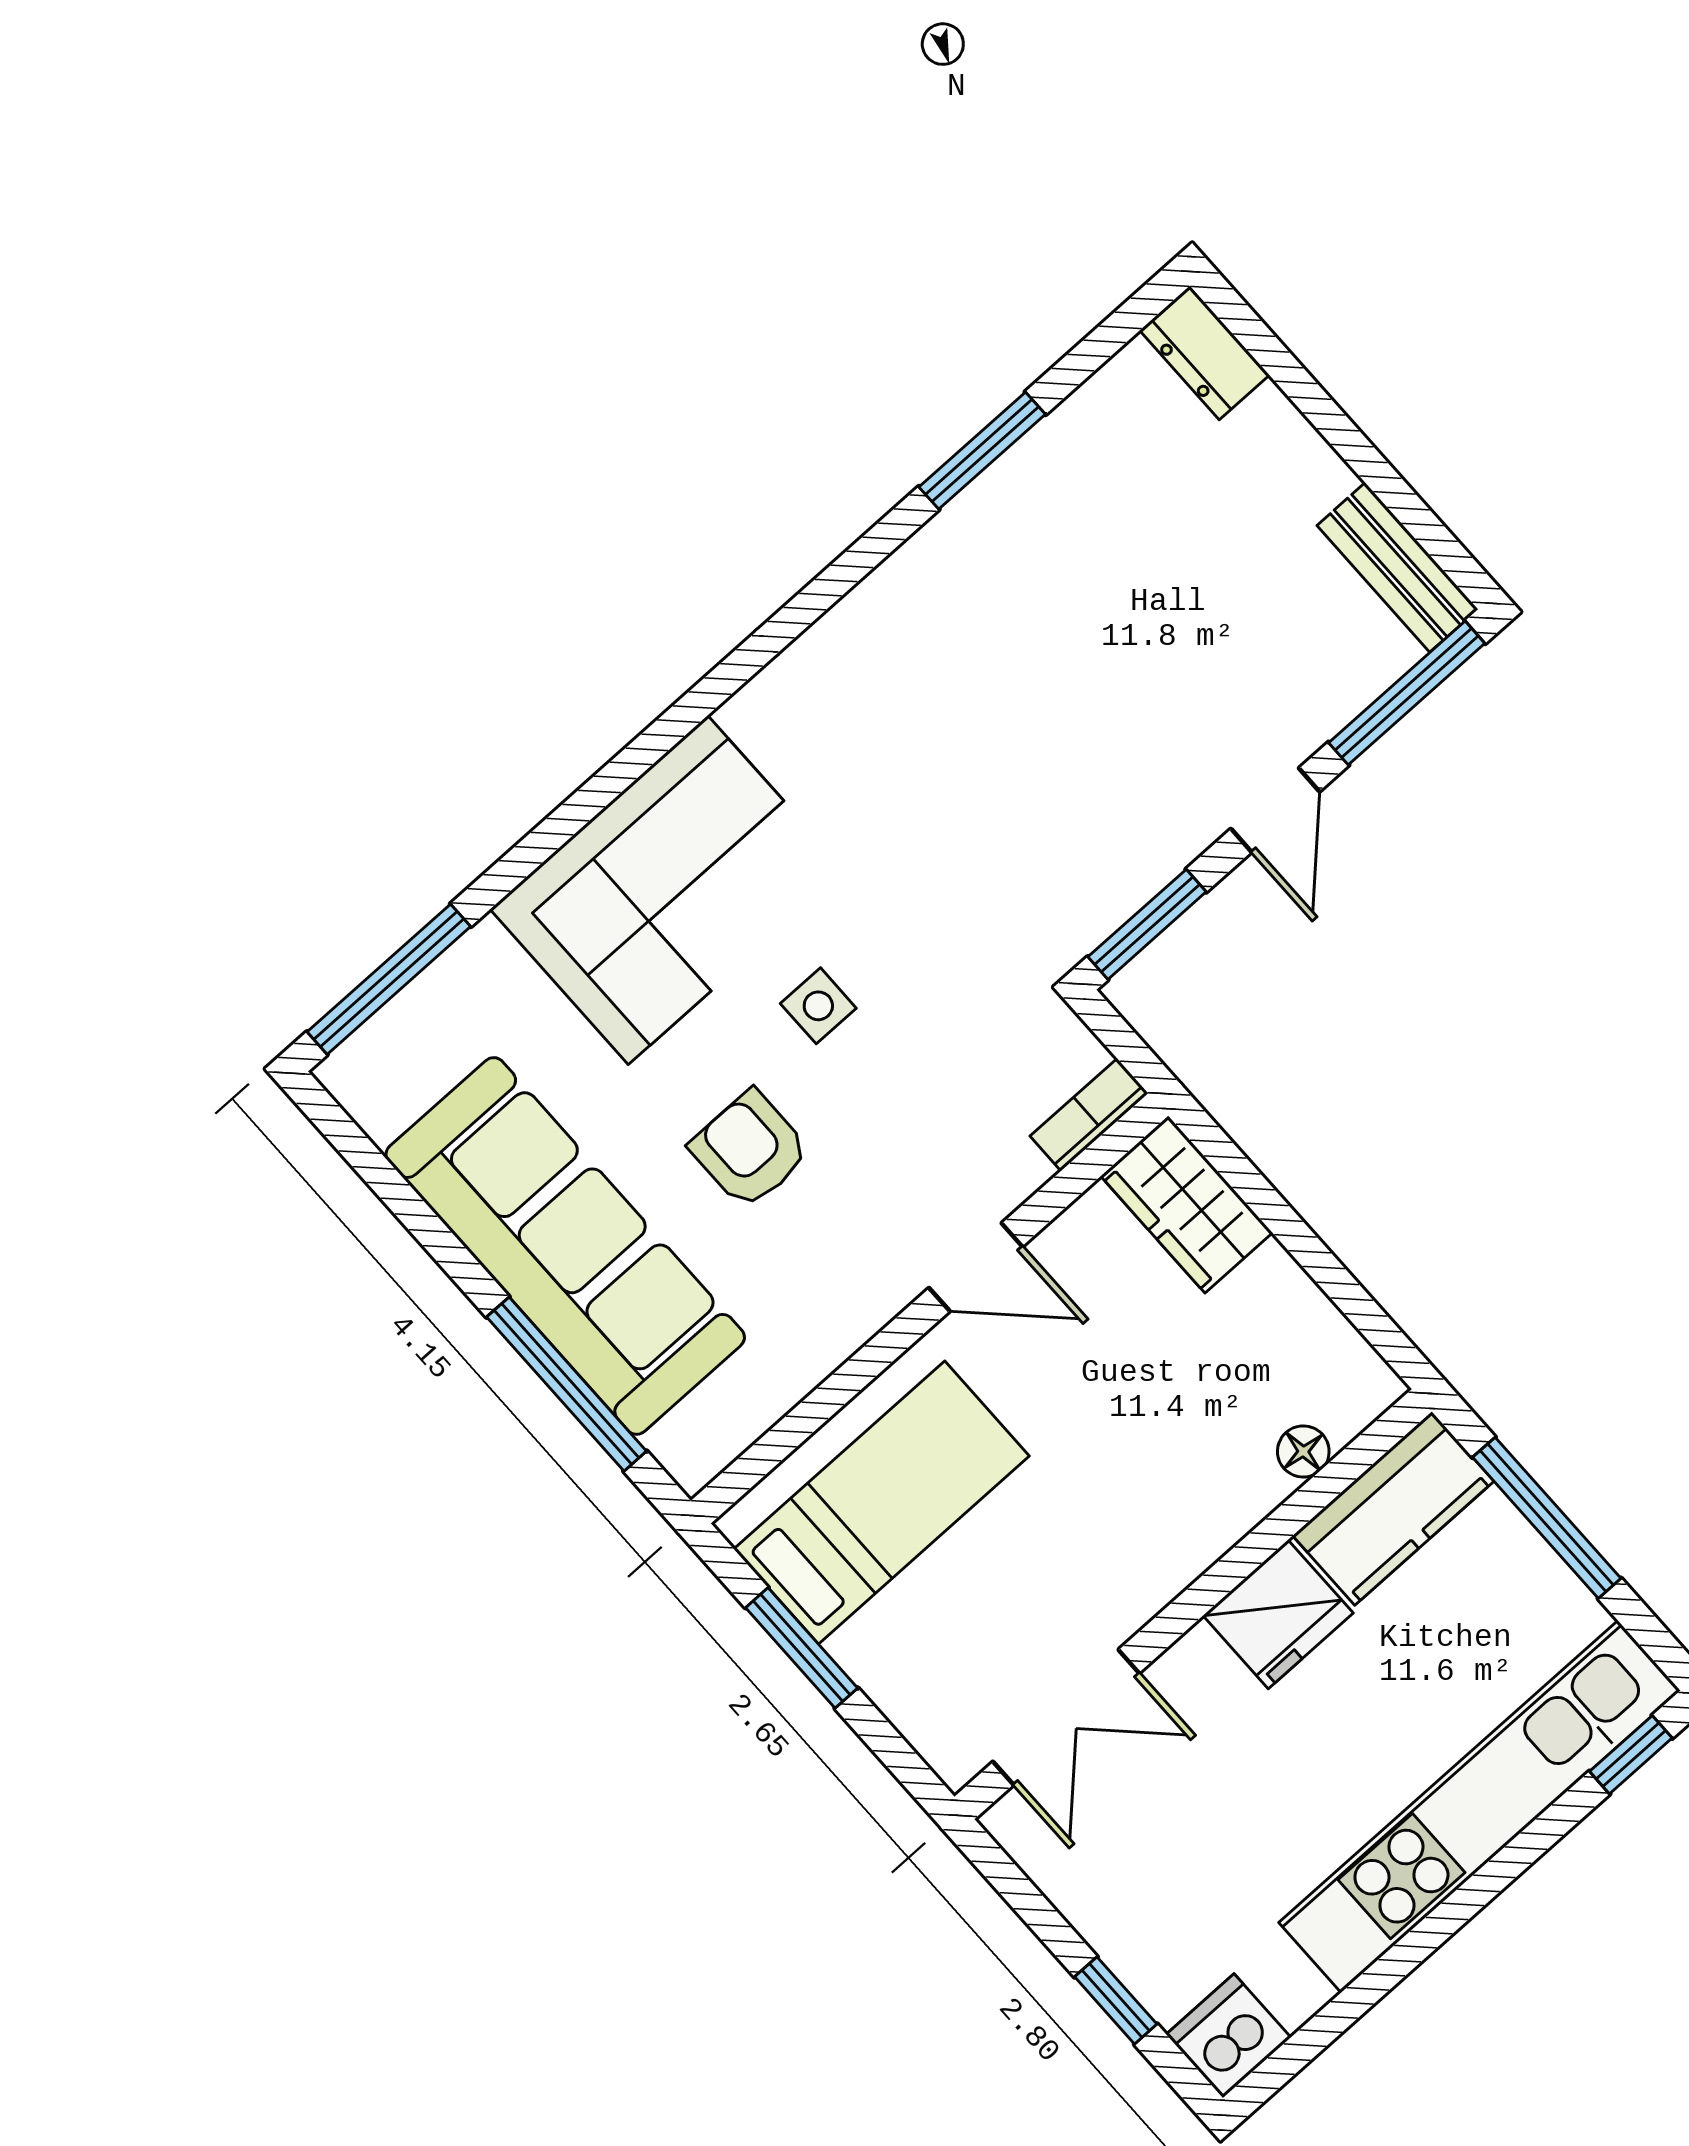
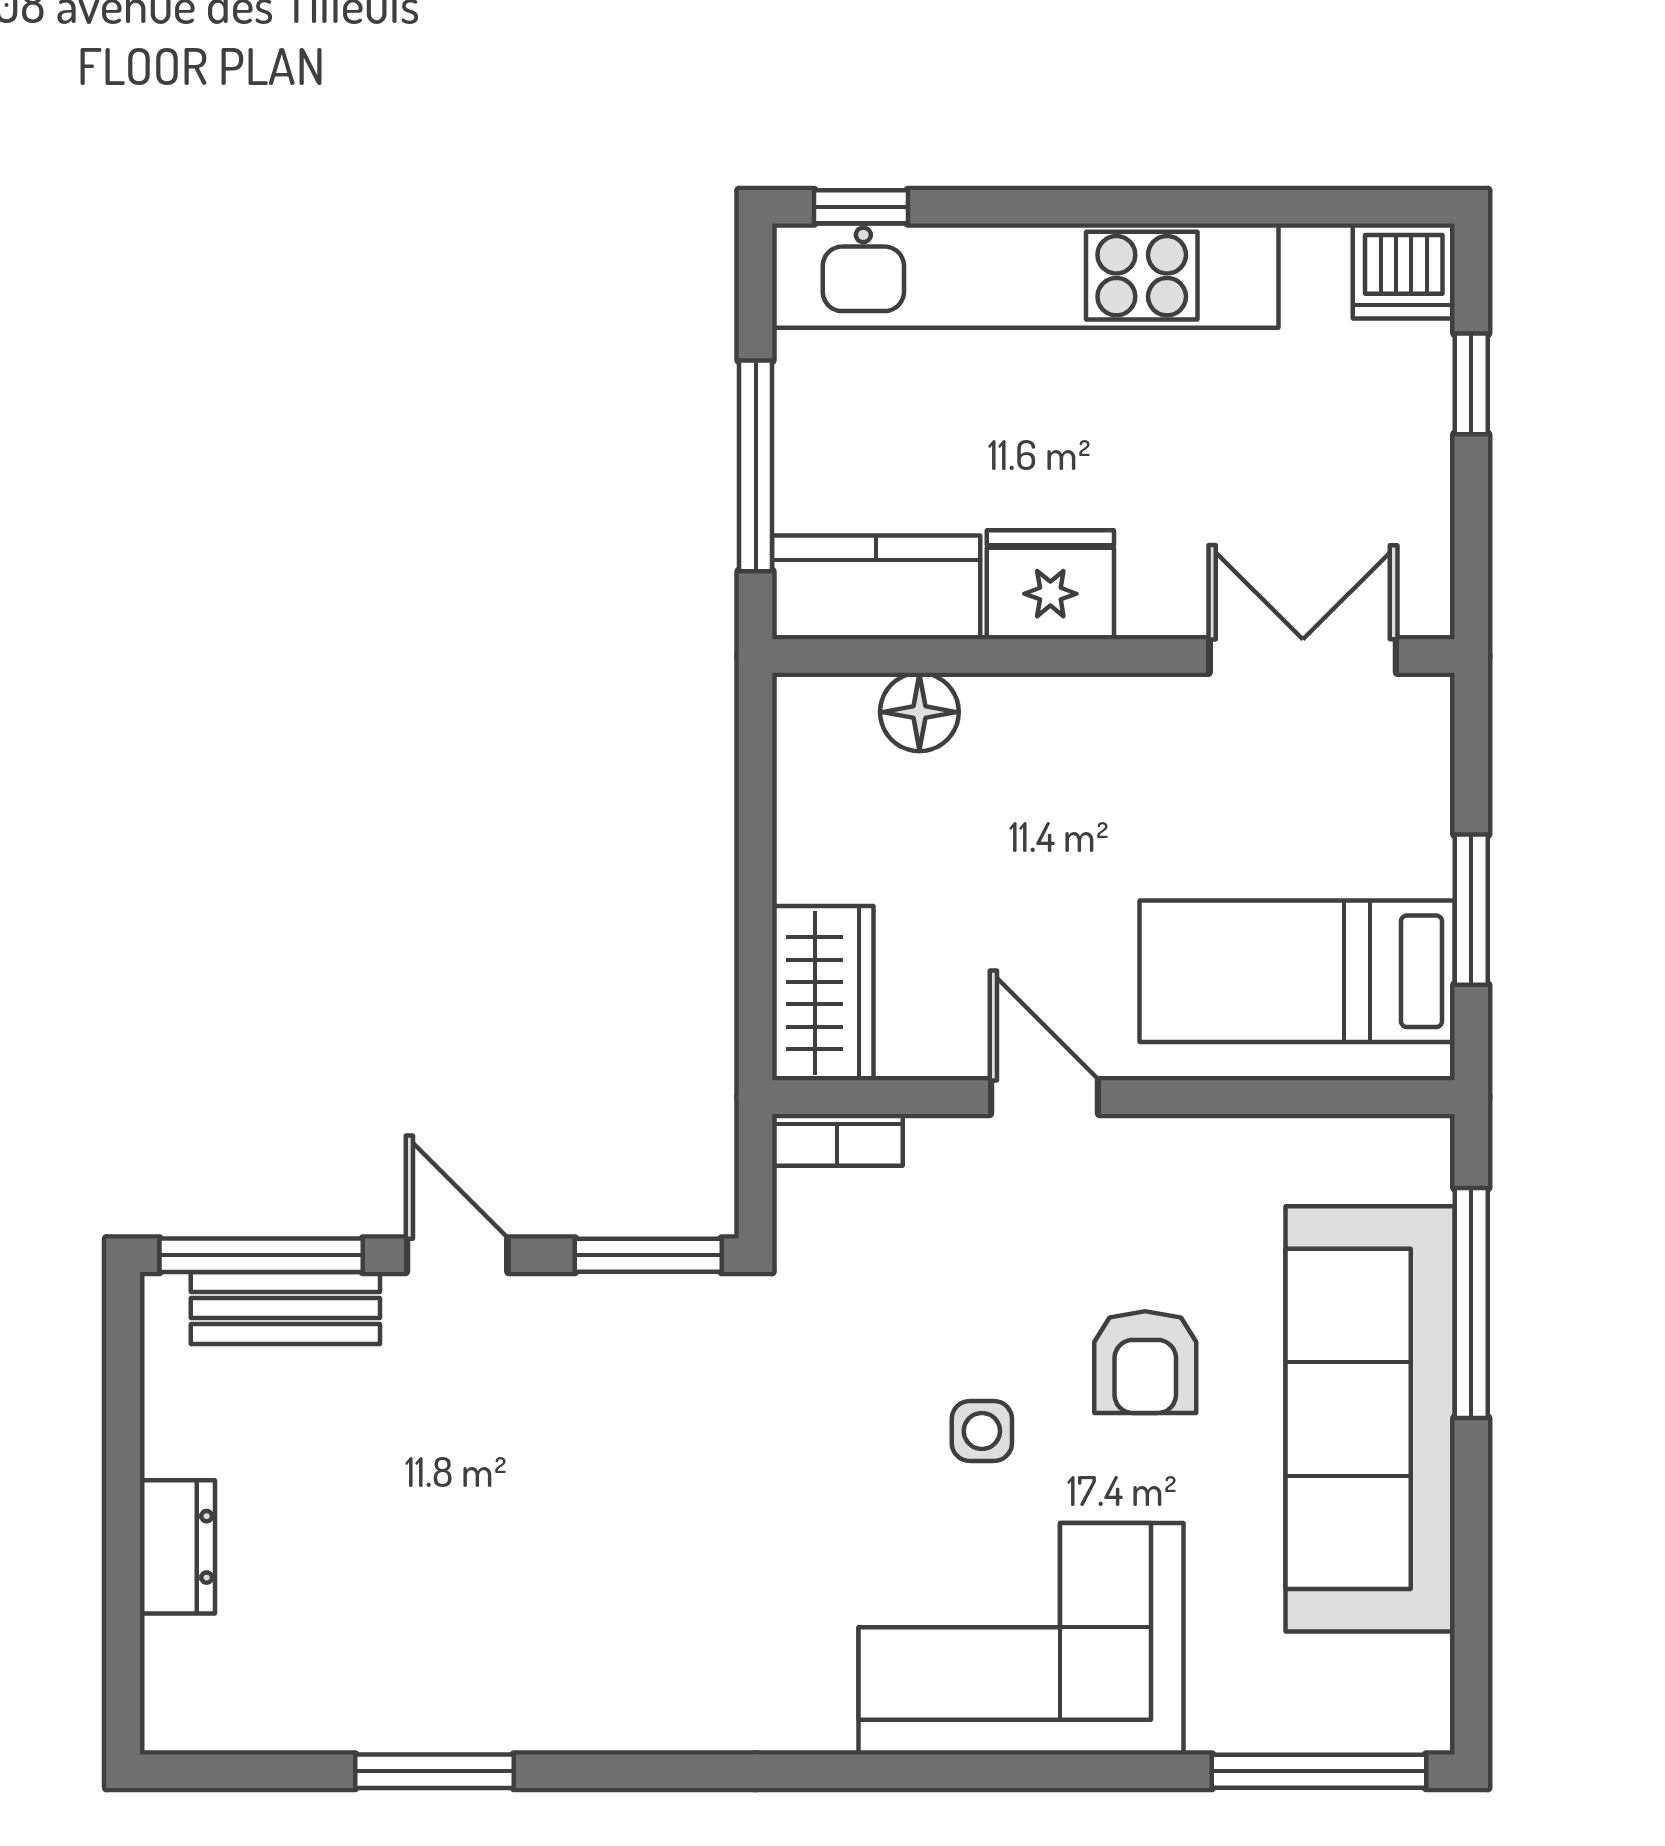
dresser: (1204, 353) -> (177, 1547), moved
bench: (1397, 567) -> (285, 1308), moved, turned 90
door: (1275, 810) -> (457, 1255), hinge flipped
floor lamp: (1303, 1451) -> (919, 712), width x1.37, depth x1.37

